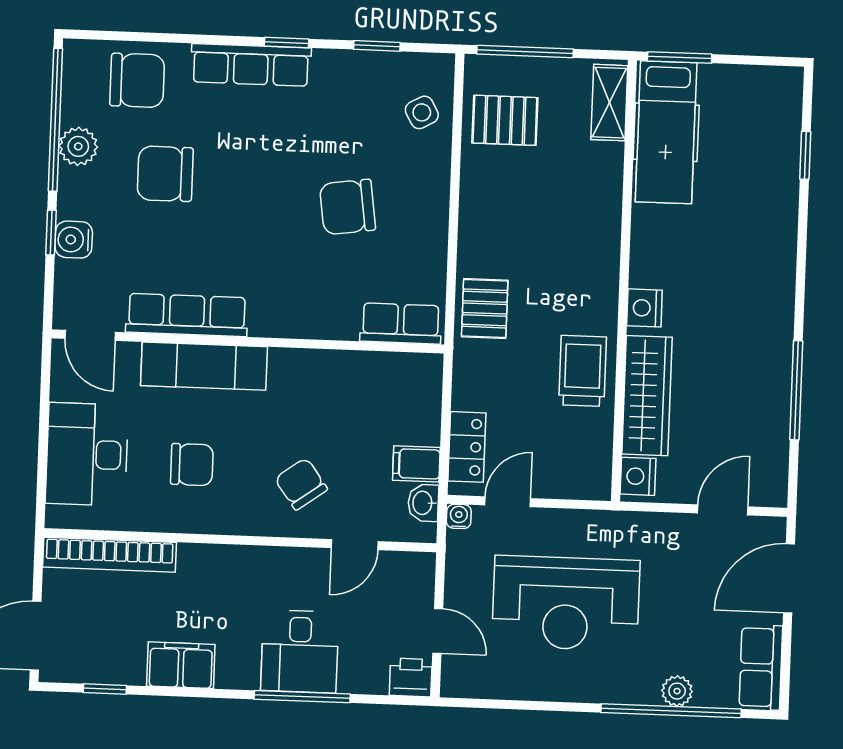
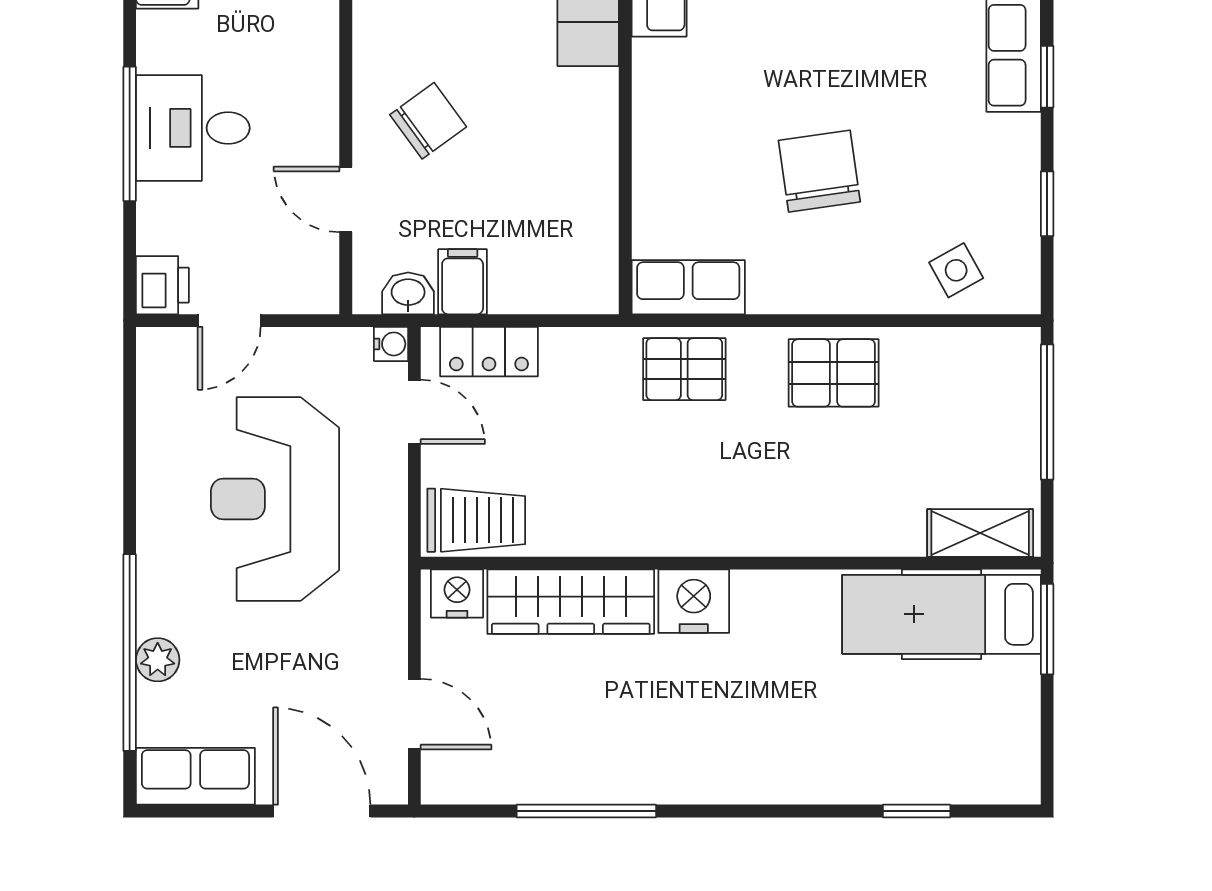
pallet: (505, 120) -> (834, 373), moved, turned 90
nightstand: (644, 308) -> (694, 601), width x1.36, depth x1.33
row of seats: (401, 323) -> (688, 287), moved, turned -90
trolley: (583, 371) -> (476, 520), moved

